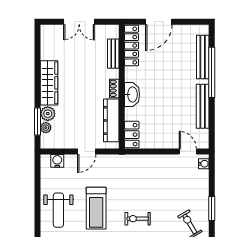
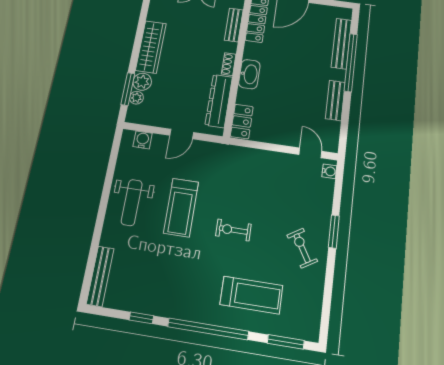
bench: (203, 106) -> (335, 100), width x0.73

